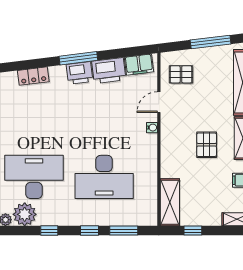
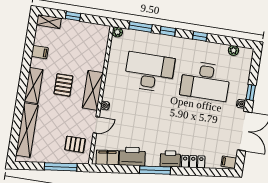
window: (211, 42) -> (61, 167), moved
printer: (80, 73) -> (170, 159), moved
shelving: (170, 202) -> (93, 90), moved
plant: (25, 214) -> (117, 32), moved, width x0.53, depth x0.53
window: (193, 231) -> (73, 16), moved

